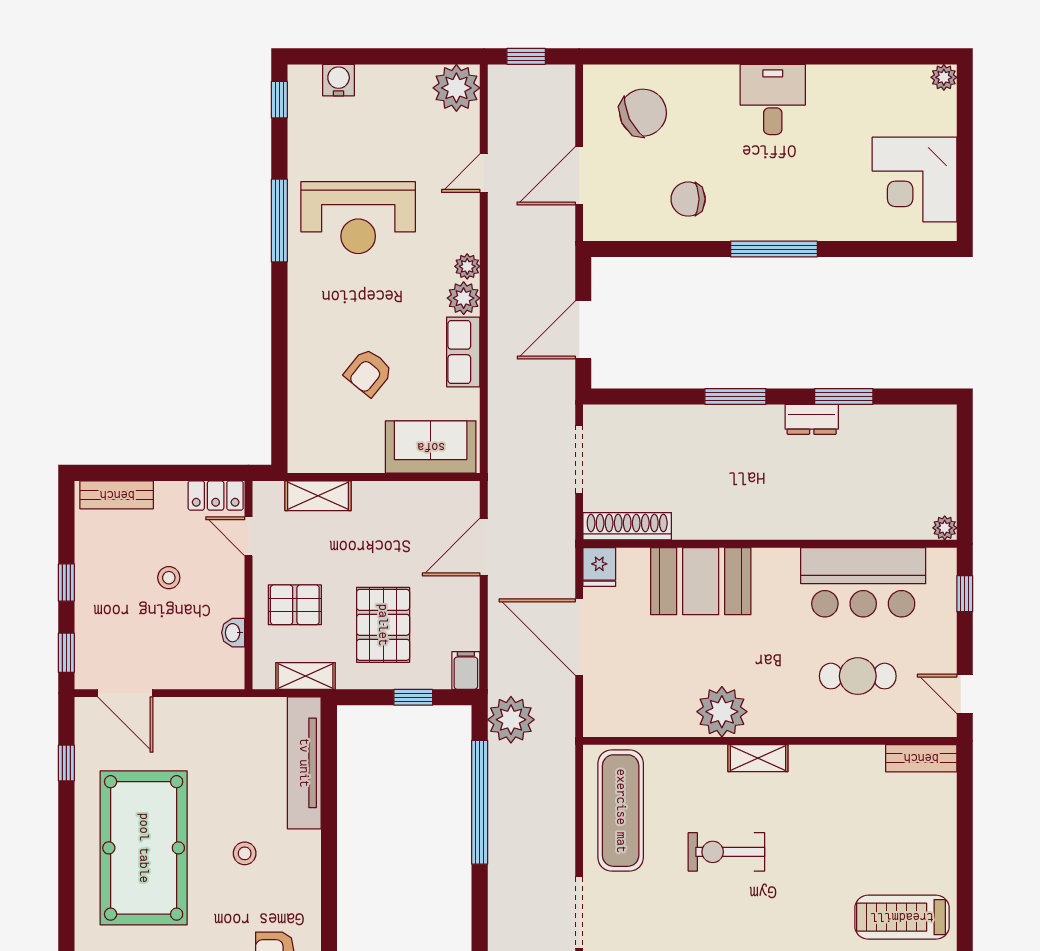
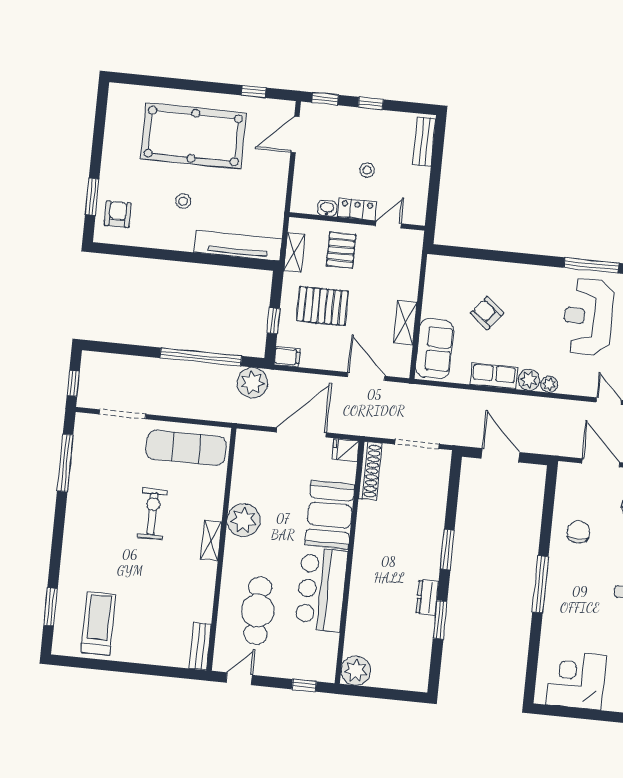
locker: (216, 495) -> (357, 209), moved, turned 90
shelving: (318, 496) -> (405, 323), moved
plant: (945, 528) -> (356, 671), width x1.88, depth x1.88
bar counter: (863, 582) -> (321, 589), moved
cafe table: (858, 676) -> (258, 611), width x1.37, depth x1.35

